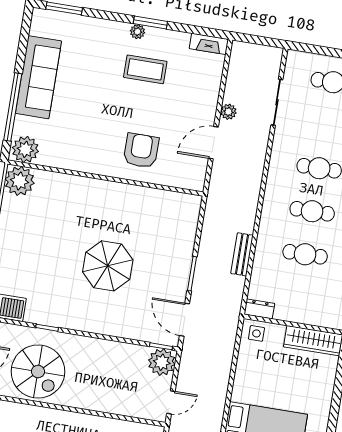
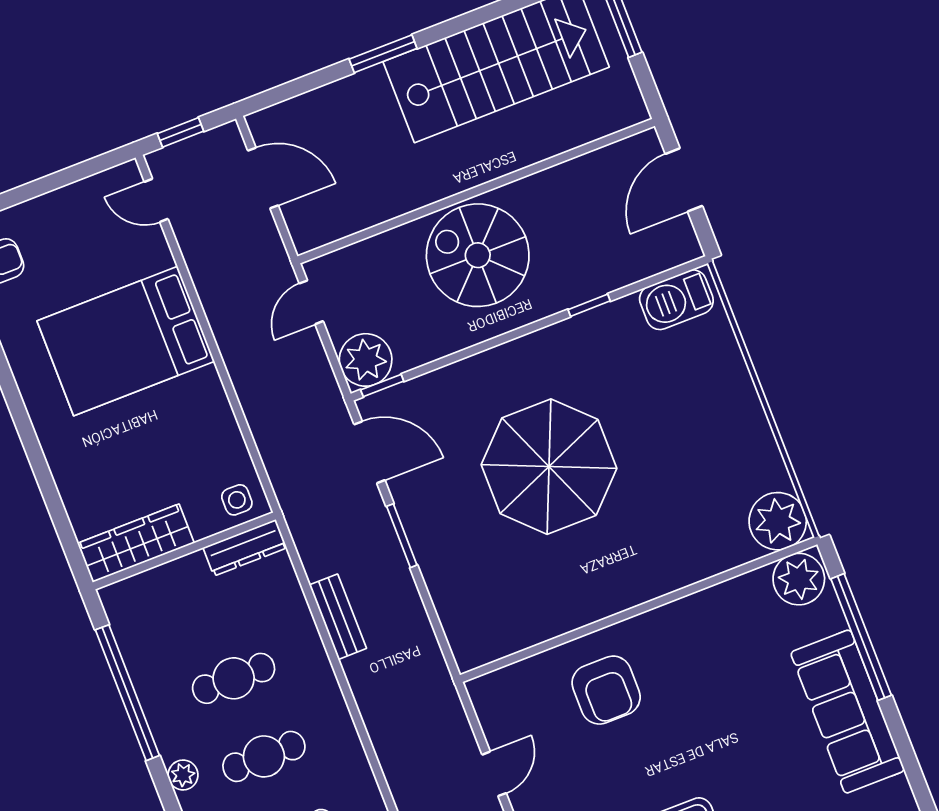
door: (213, 143) -> (494, 774), width x0.73
parasol: (108, 266) -> (549, 467), width x1.36, depth x1.36
dresser: (259, 309) -> (245, 548), width x1.44
spiral stairs: (38, 372) -> (478, 255), moved

